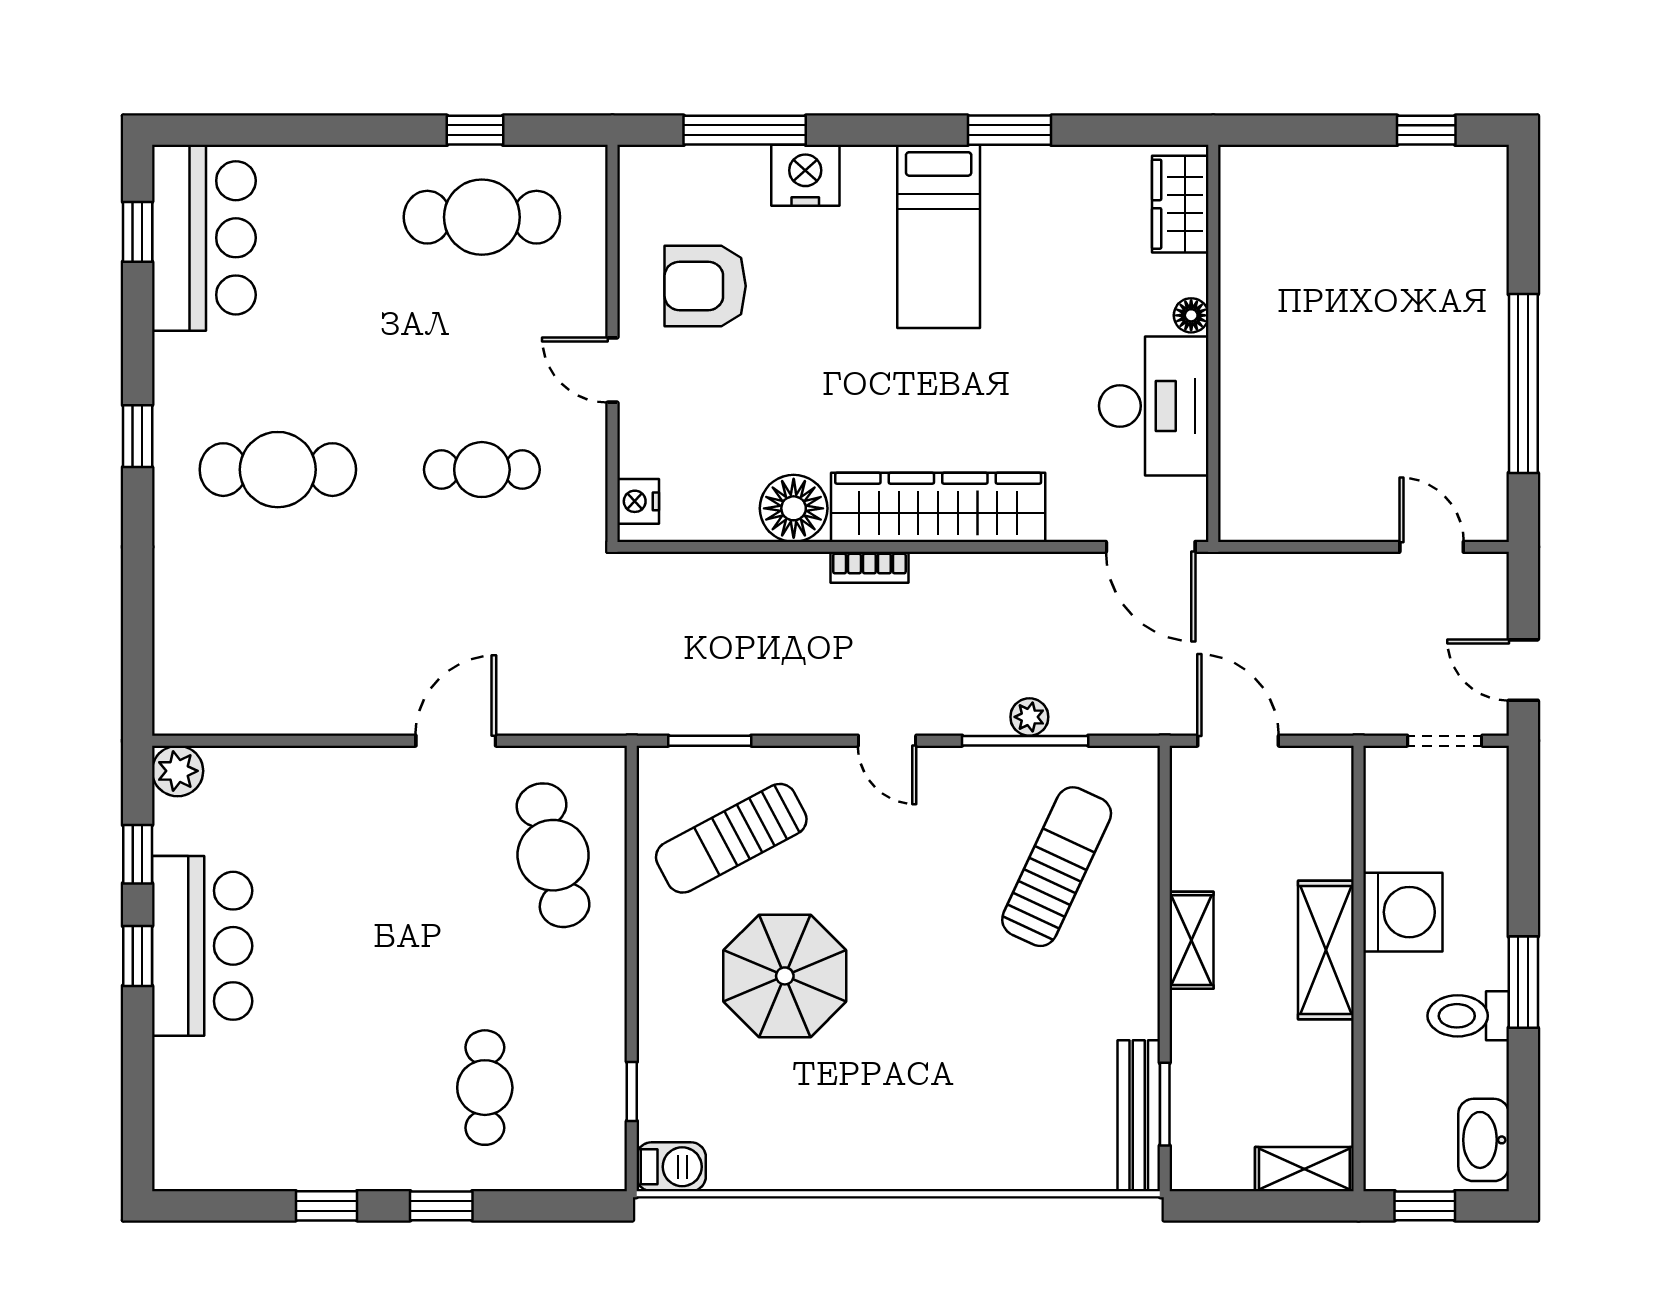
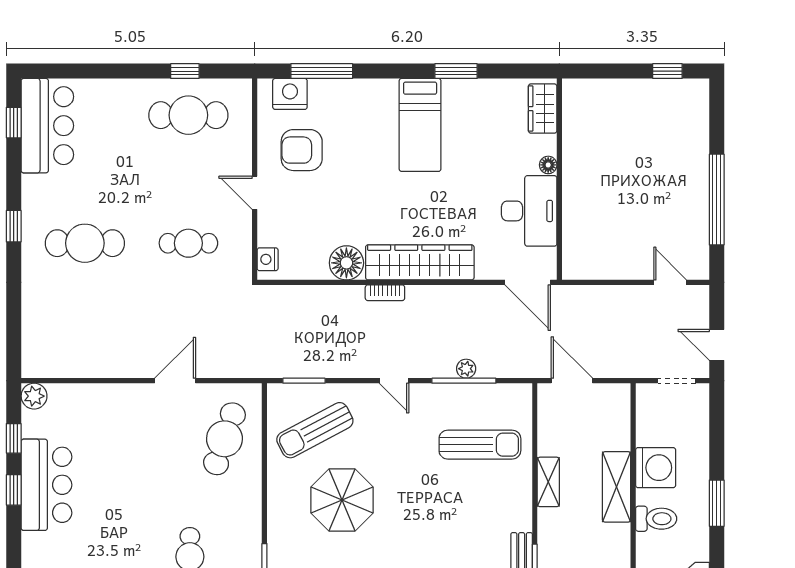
nightstand: (805, 175) -> (290, 94), moved
cafe table: (553, 855) -> (224, 439), turned 32
sun lounger: (1057, 867) -> (480, 445), turned 65
toilet: (1468, 1016) -> (656, 519), moved, turned 180

